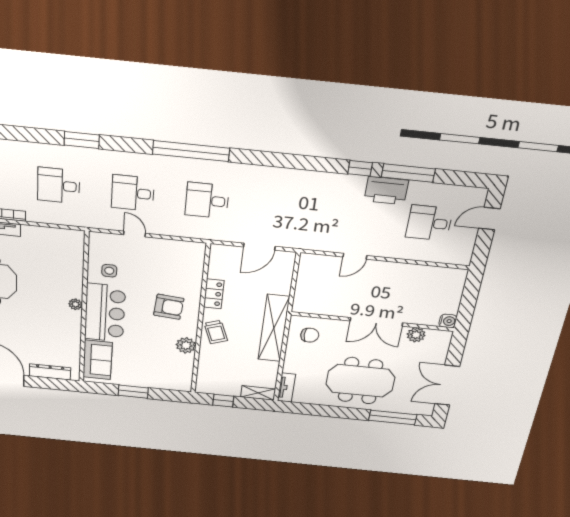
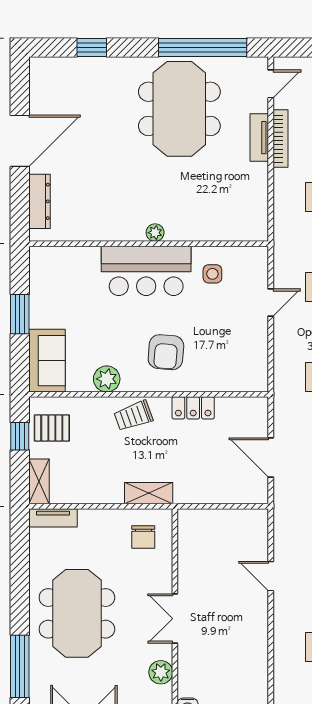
double door: (376, 322) -> (175, 619), width x0.73
shelving: (274, 328) -> (149, 493), width x0.45, depth x0.75
sofa: (98, 360) -> (47, 361), moved, turned -90
pallet: (219, 382) -> (52, 428), added

